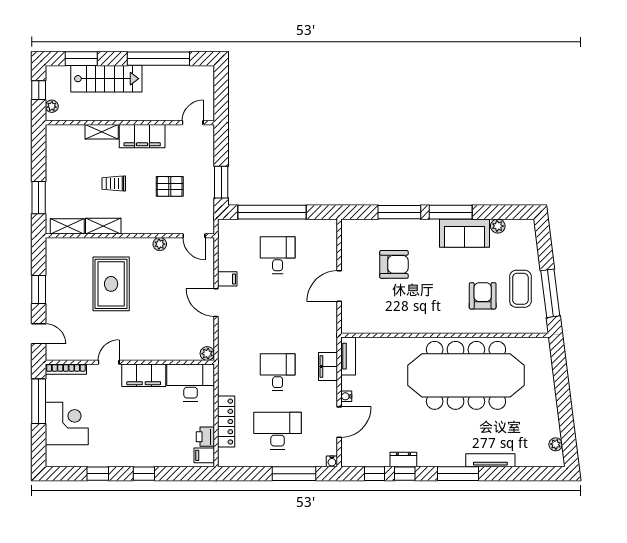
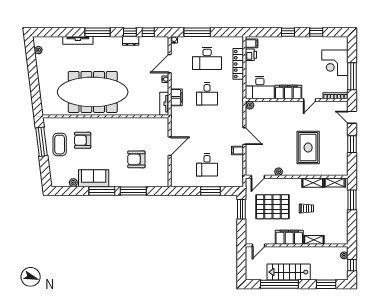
stairs: (106, 79) -> (289, 272), moved
pallet: (170, 186) -> (272, 207), width x2.05, depth x2.00
window: (272, 212) -> (210, 191), width x0.47
door: (194, 236) -> (258, 177), swing flipped
armchair: (483, 296) -> (83, 140), turned 90

